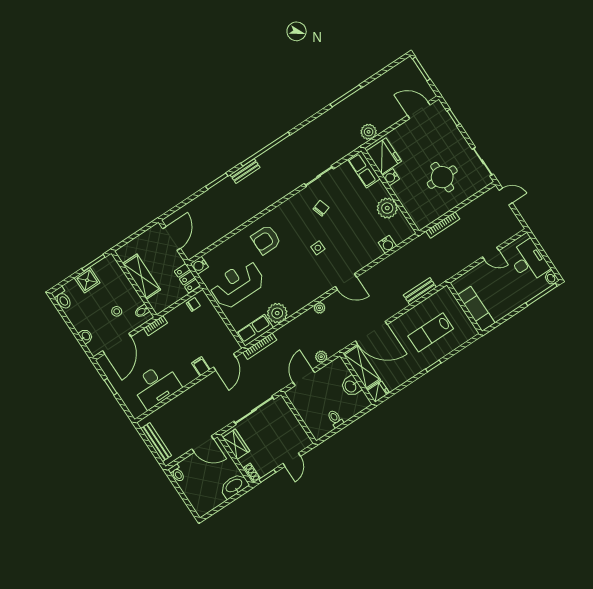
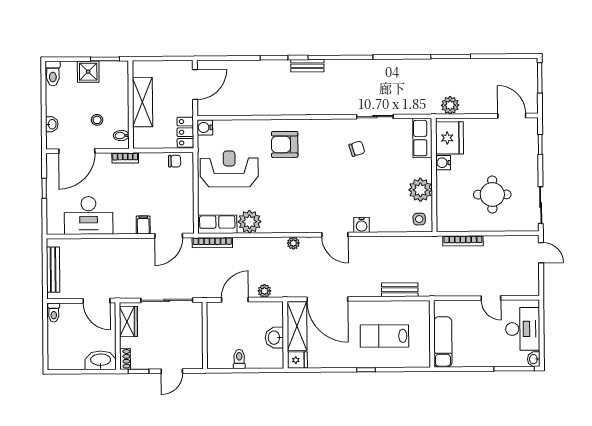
water cooler: (387, 244) -> (362, 225), moved
side table: (318, 248) -> (419, 219), moved

